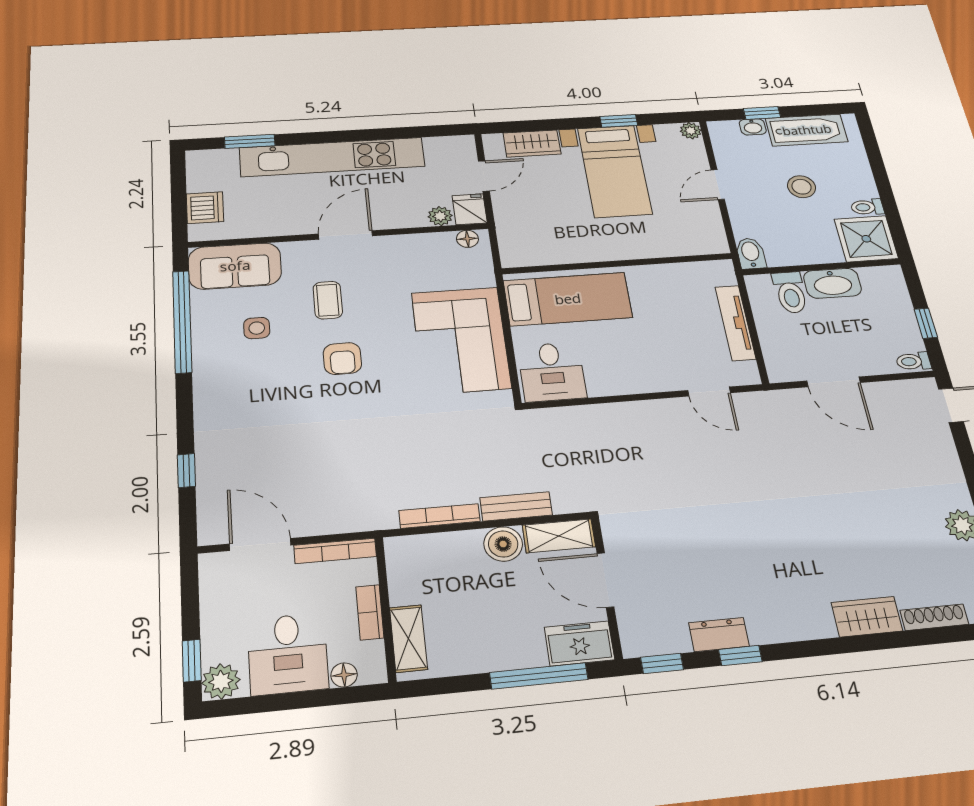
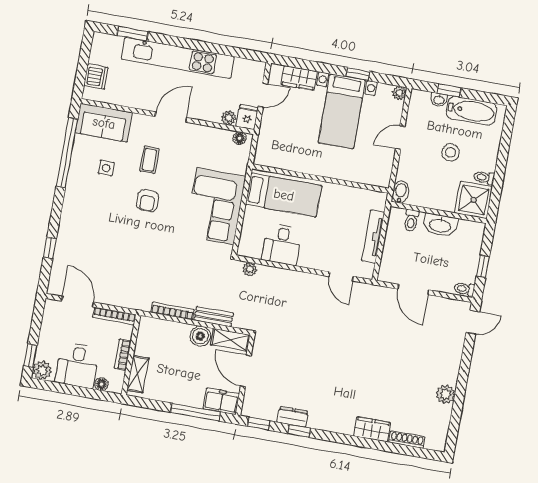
toilet: (790, 292) -> (411, 220), width x0.73, depth x0.72
desk: (552, 372) -> (282, 244), moved
plant: (552, 418) -> (250, 269), added

